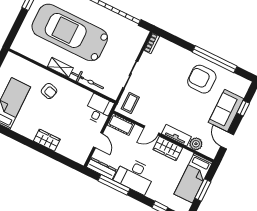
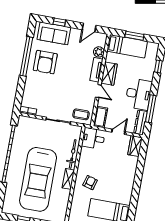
sofa: (226, 110) -> (54, 33), moved
wardrobe: (47, 140) -> (135, 146), moved

